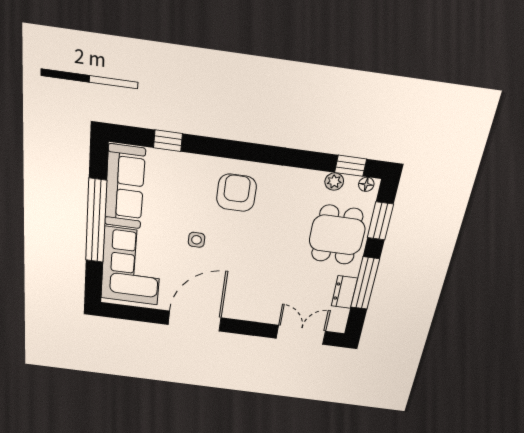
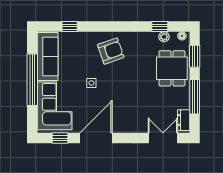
window: (351, 166) -> (160, 27), moved
armchair: (236, 193) -> (111, 51), turned 71
dresser: (344, 292) -> (184, 120), moved
window: (137, 314) -> (60, 138), added

